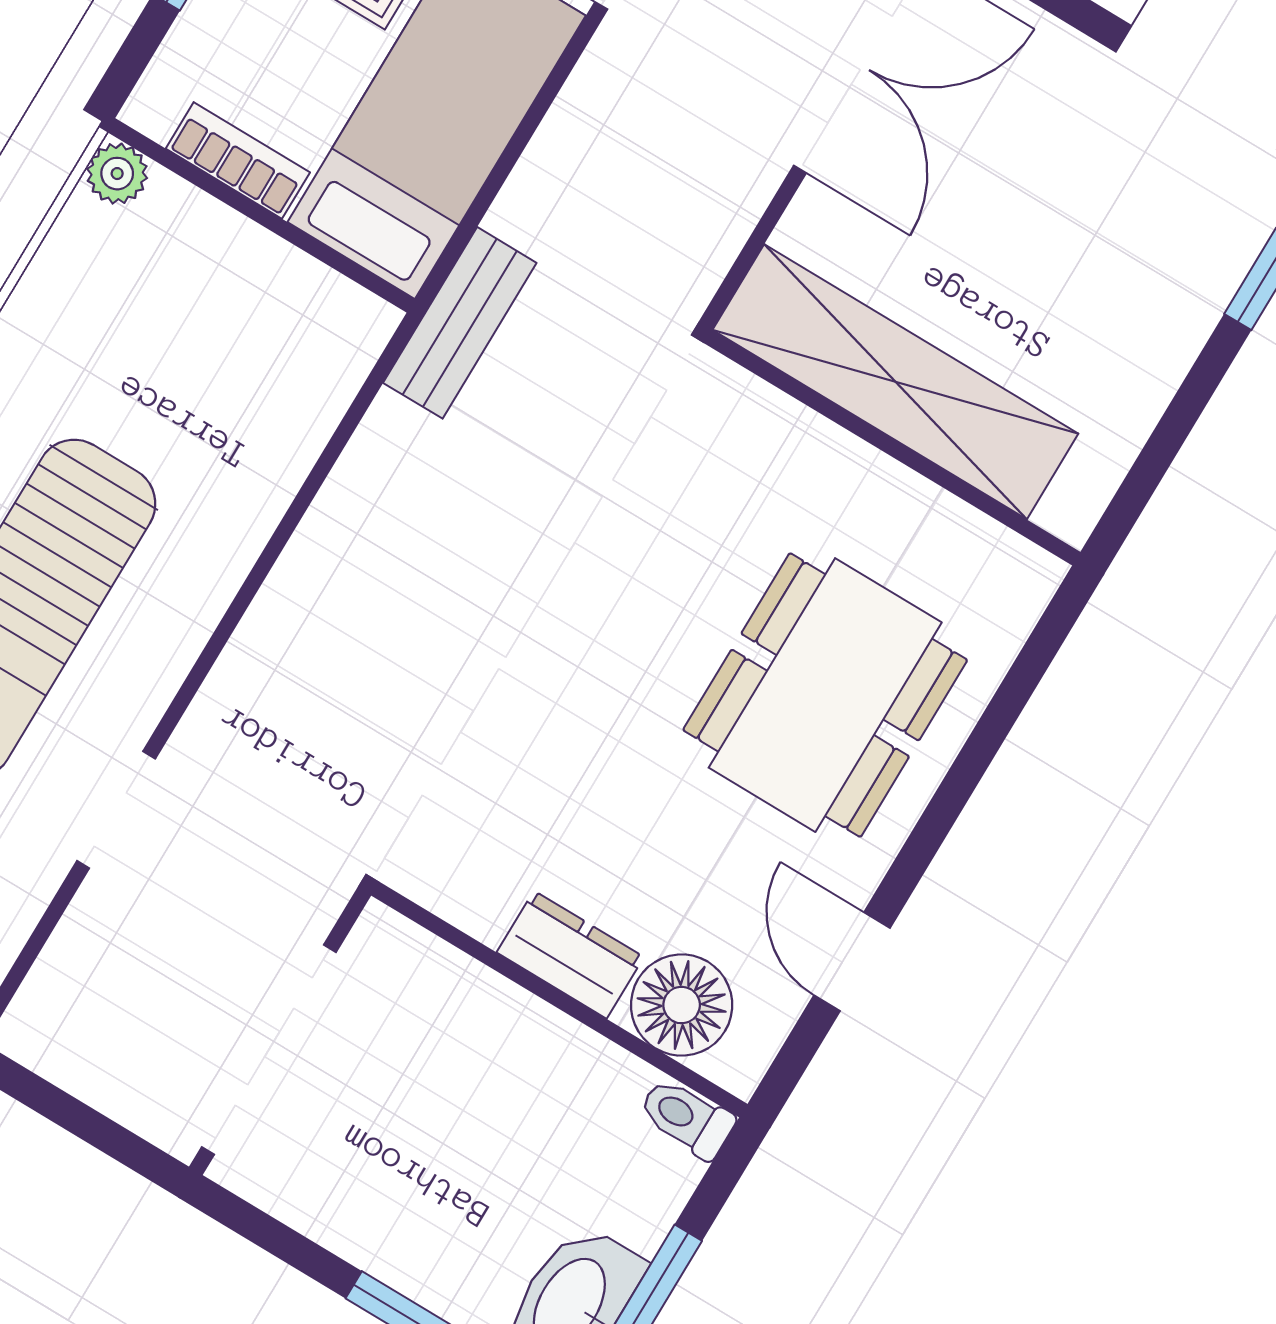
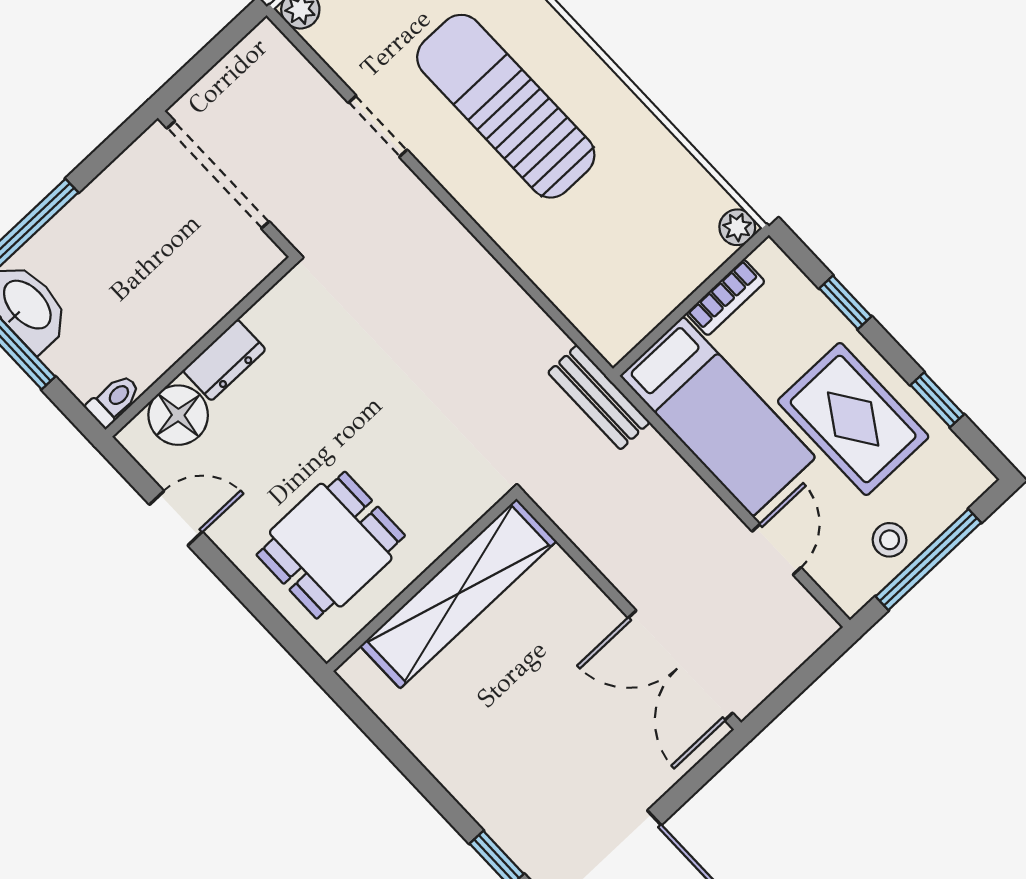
shelving: (895, 382) -> (458, 594), moved
wall: (892, 448) -> (422, 581), moved
dining table: (825, 695) -> (331, 545), width x0.73

